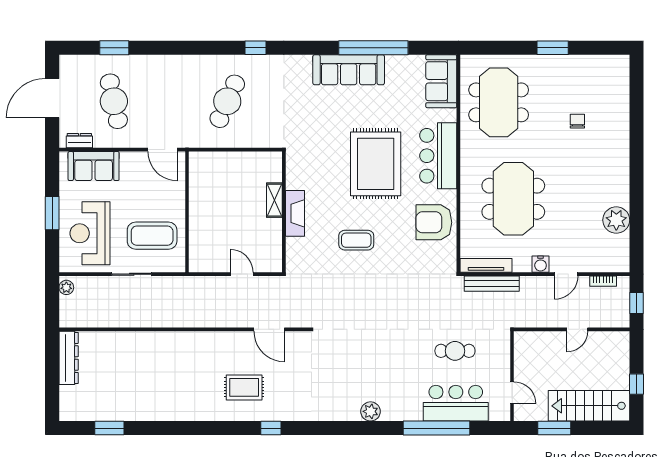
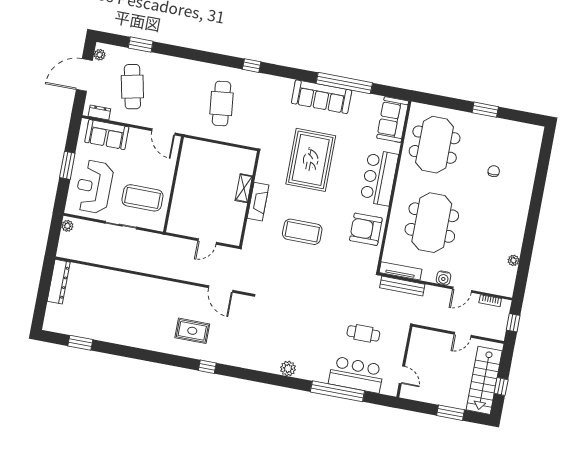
plant: (66, 70) -> (100, 55), added
cafe table: (227, 101) -> (221, 103), turned -30
rug: (376, 164) -> (311, 160), moved
plant: (616, 220) -> (513, 260), width x0.53, depth x0.53
coffee table: (356, 240) -> (302, 232), width x1.36, depth x1.32
door: (242, 274) -> (207, 241), swing flipped
stairs: (589, 406) -> (484, 380), moved, turned -90
window: (554, 428) -> (451, 413), moved

